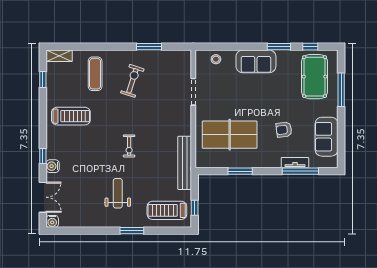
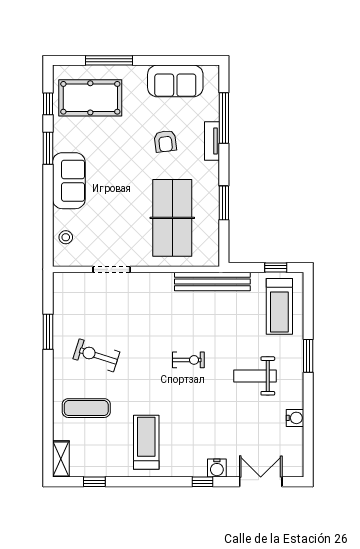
tv unit: (295, 163) -> (212, 141), moved
water cooler: (52, 221) -> (295, 418), moved

